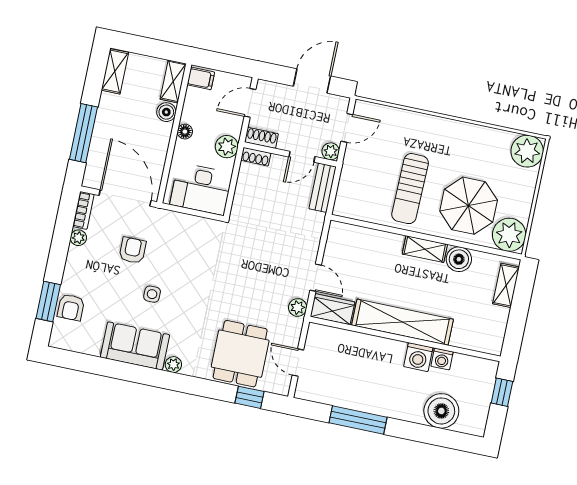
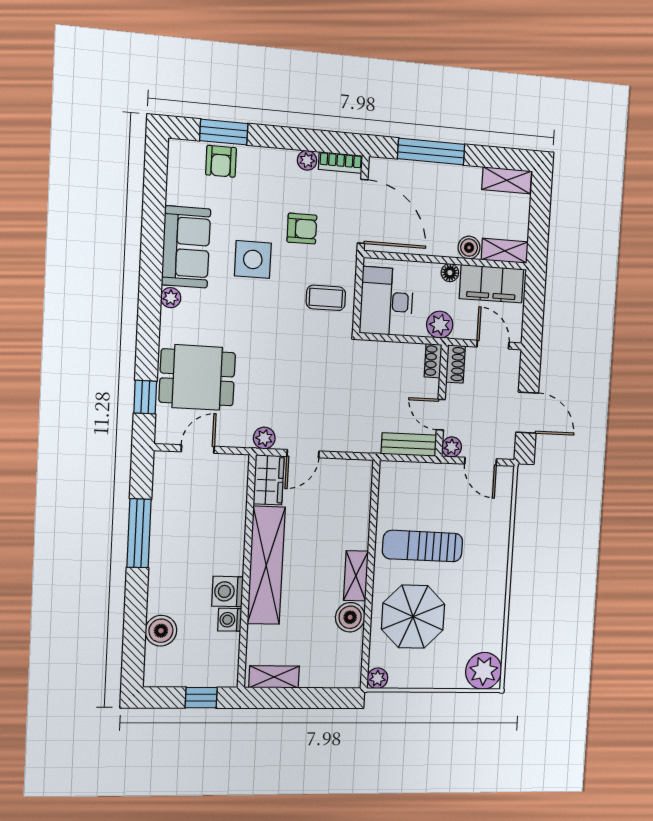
filing cabinet: (201, 78) -> (491, 284), width x3.00, depth x1.17
door: (125, 198) -> (363, 211), hinge flipped
plant: (509, 235) -> (377, 678), width x0.53, depth x0.53
coffee table: (191, 239) -> (326, 298), added
shelving: (506, 285) -> (274, 677), moved
side table: (152, 294) -> (253, 259), width x1.87, depth x1.87
armchair: (71, 307) -> (221, 161), turned -90
boiler: (441, 411) -> (161, 631), width x0.73, depth x0.73

